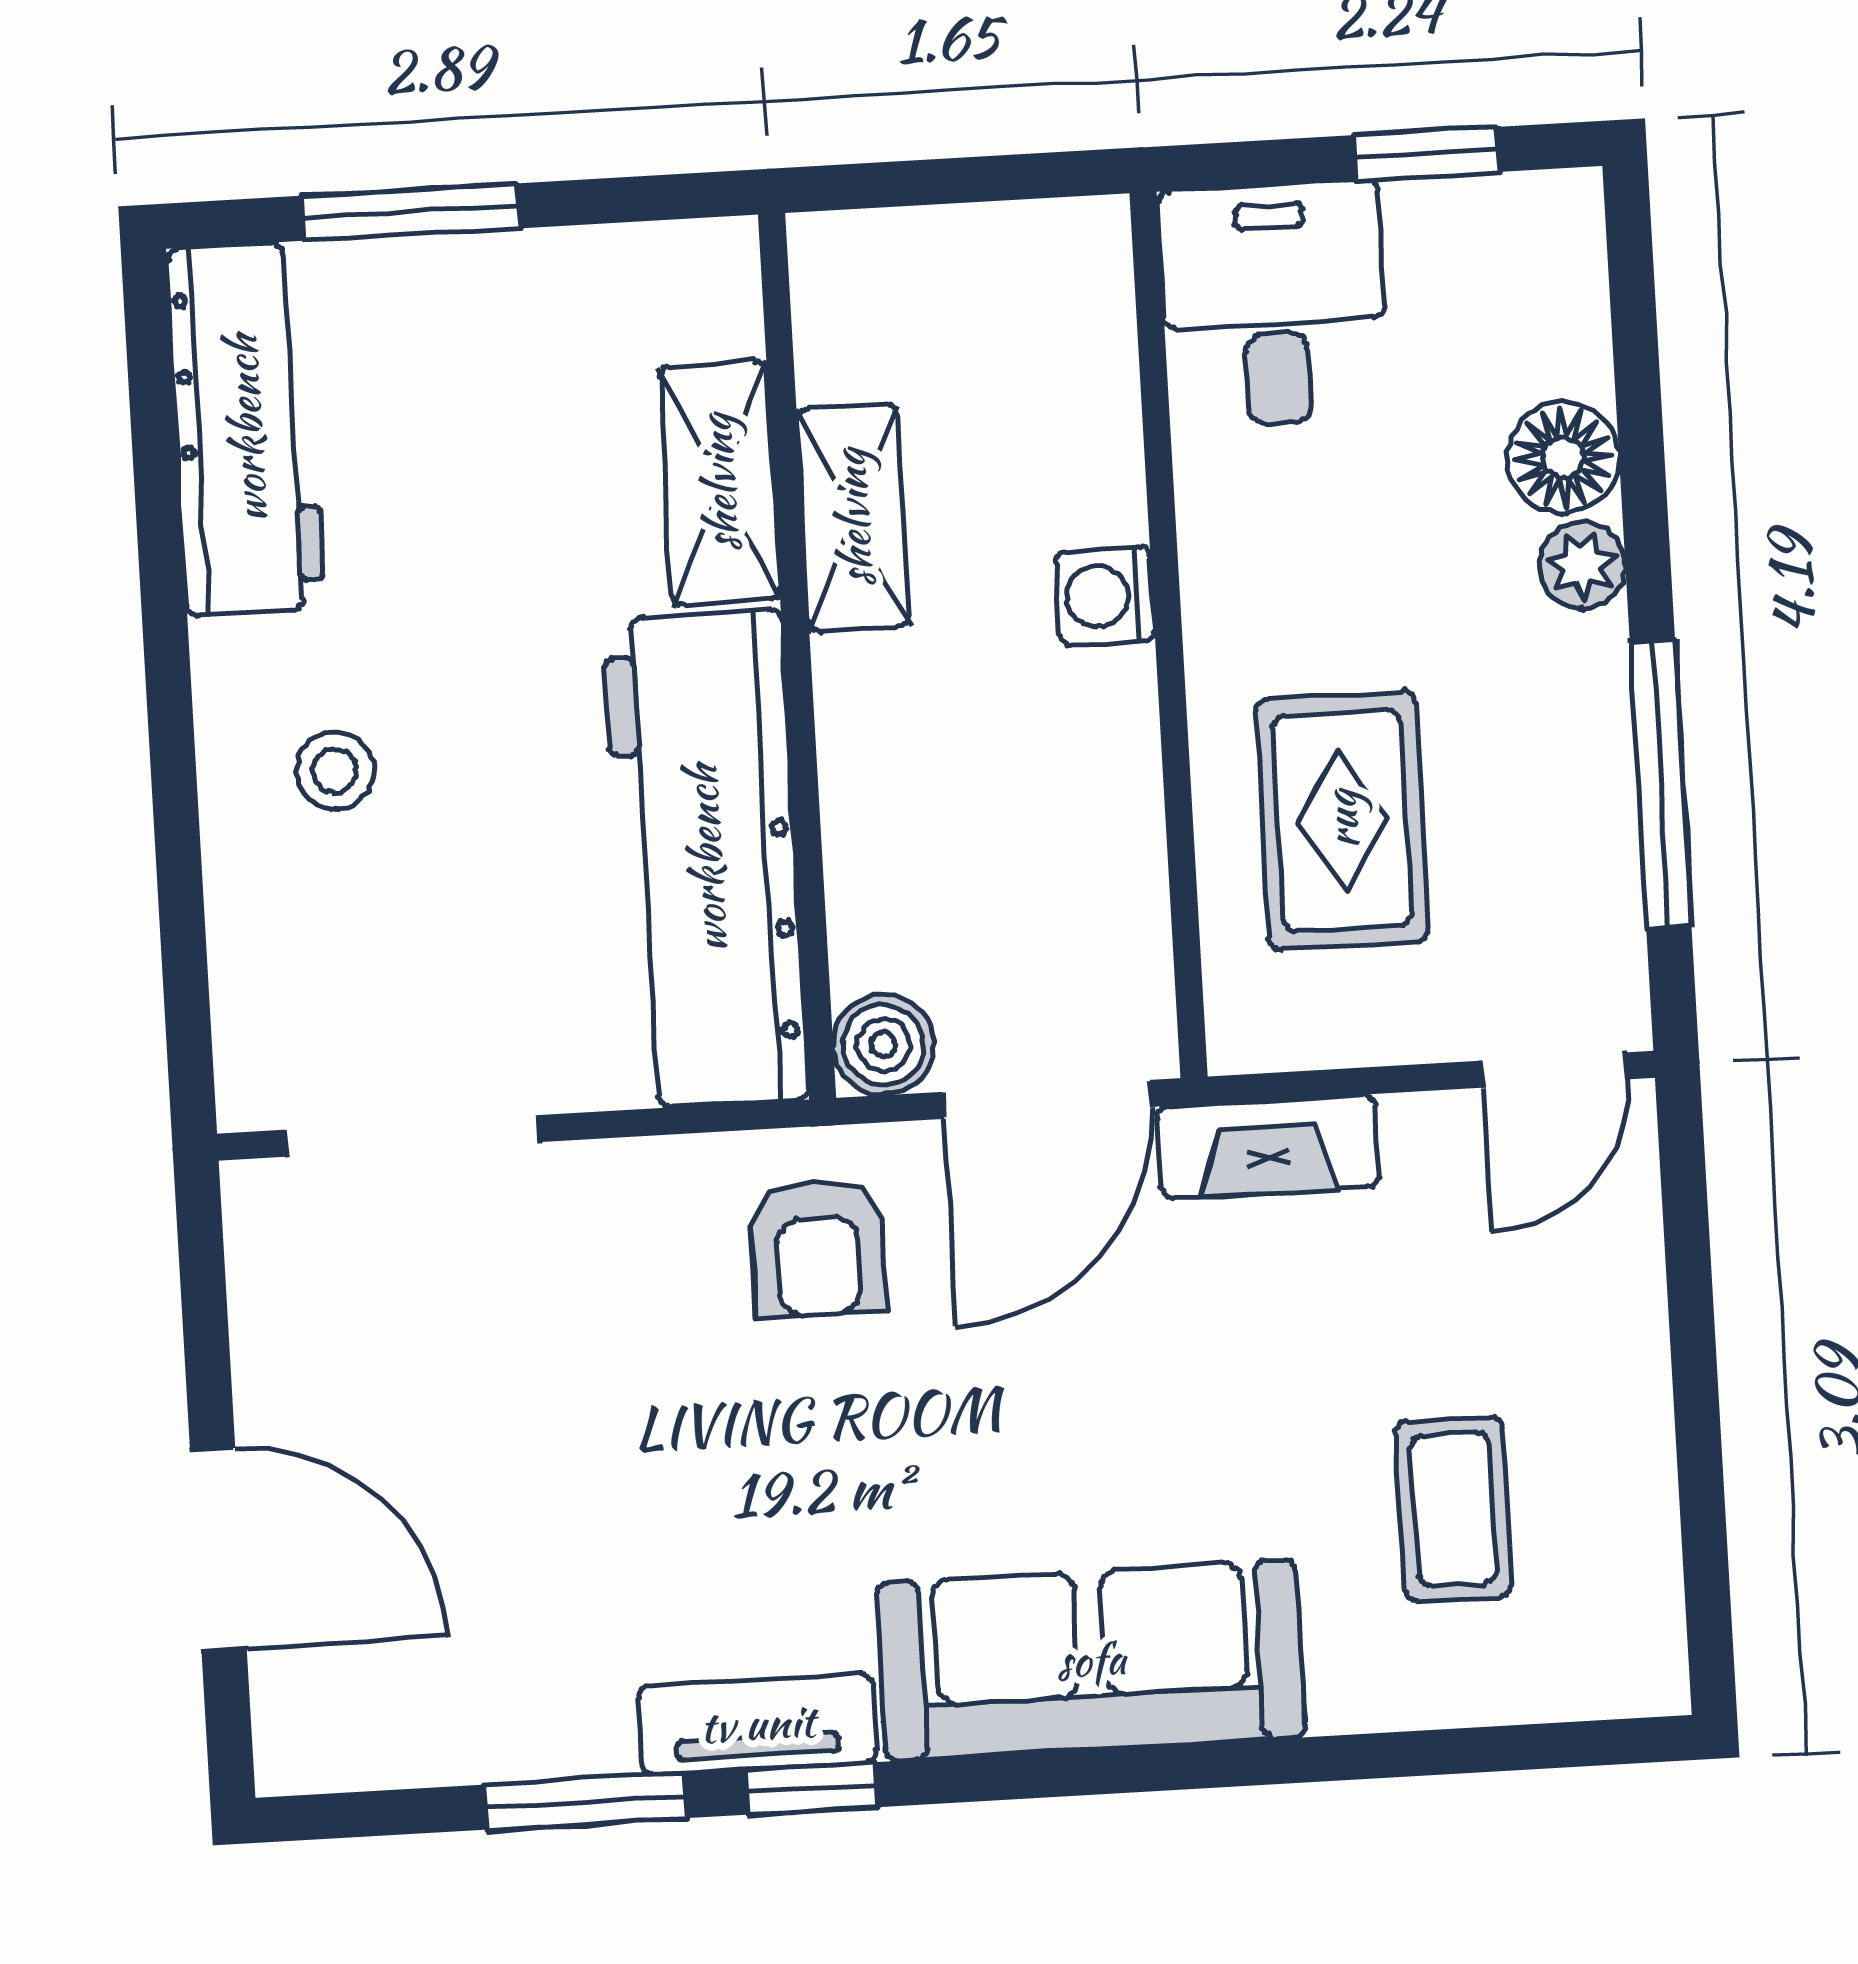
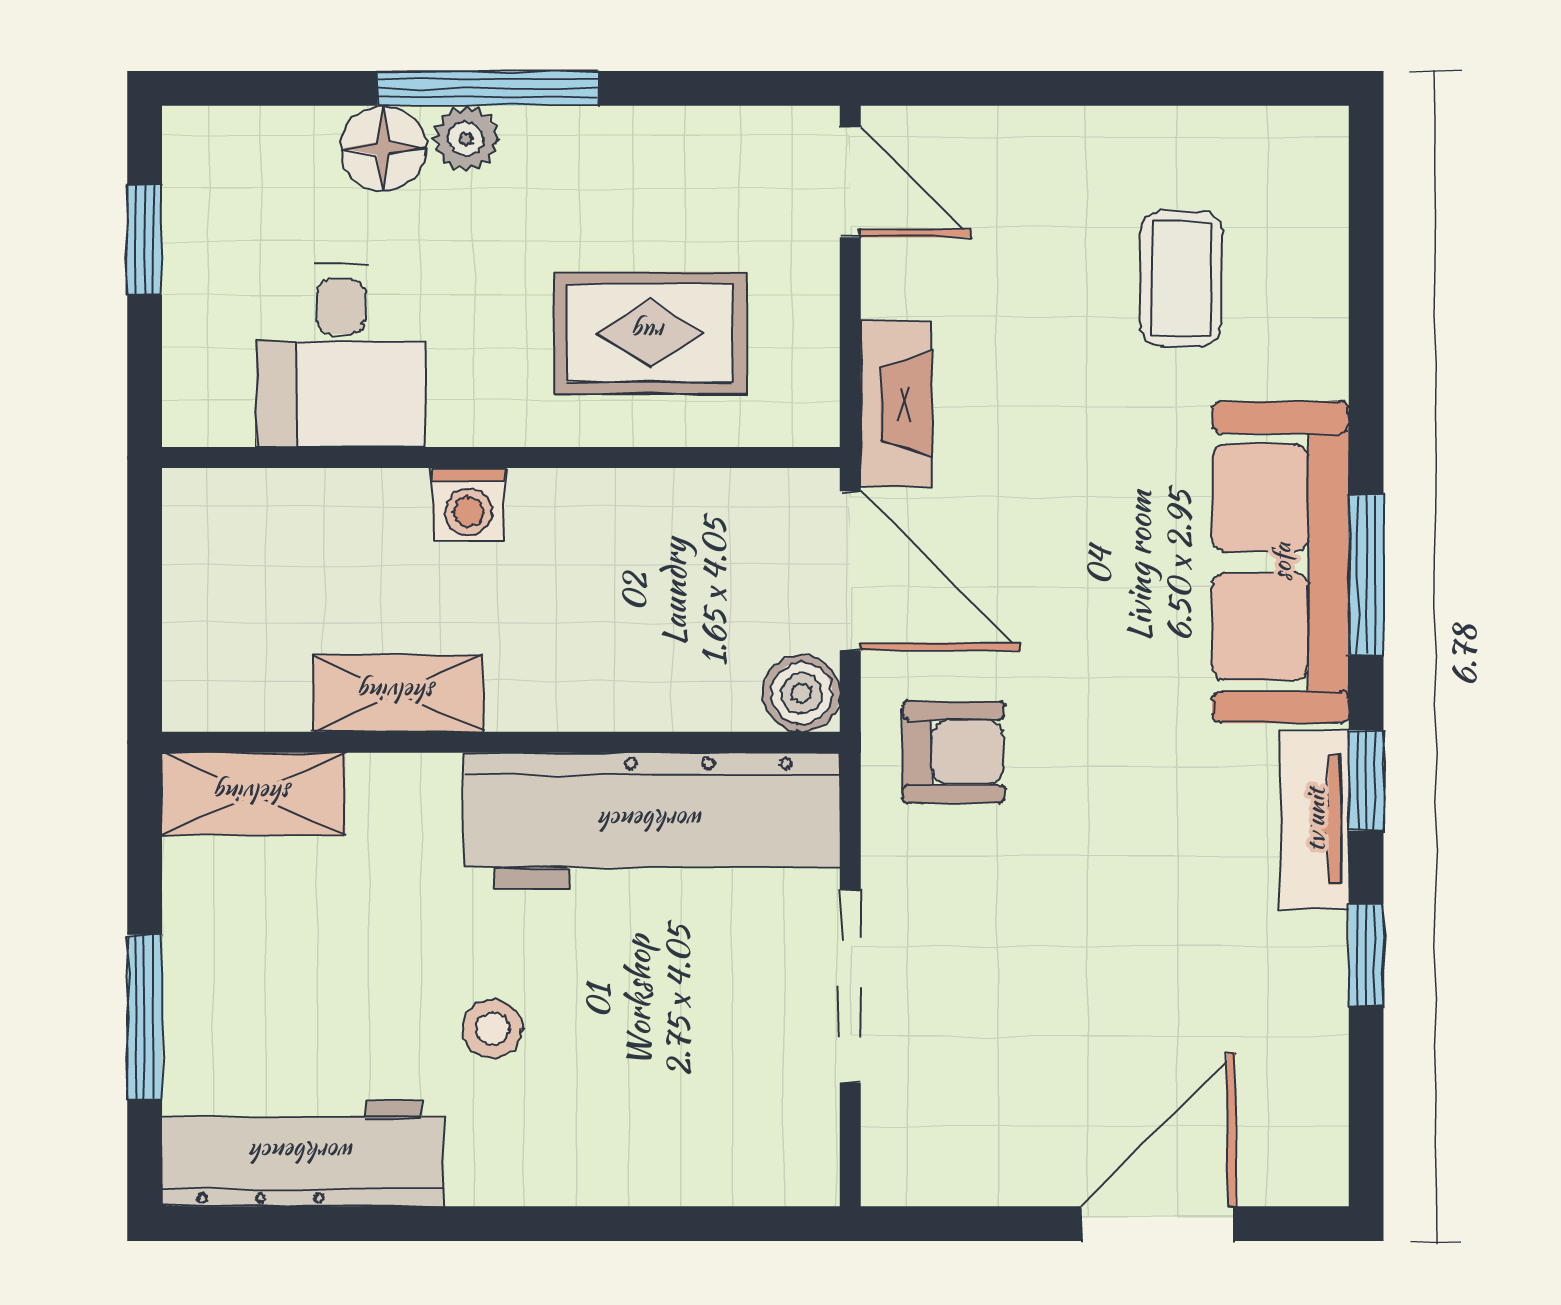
desk: (1274, 304) -> (341, 356), moved, turned -90
shelving: (719, 483) -> (254, 794), moved
stool: (335, 771) -> (492, 1029), moved
window: (1661, 784) -> (488, 88), moved
doorway: (412, 1136) -> (850, 986), moved
coffee table: (1453, 1509) -> (1181, 279), turned 90
window: (1080, 1773) -> (1366, 575), added
window: (585, 1801) -> (1366, 955), width x0.67

